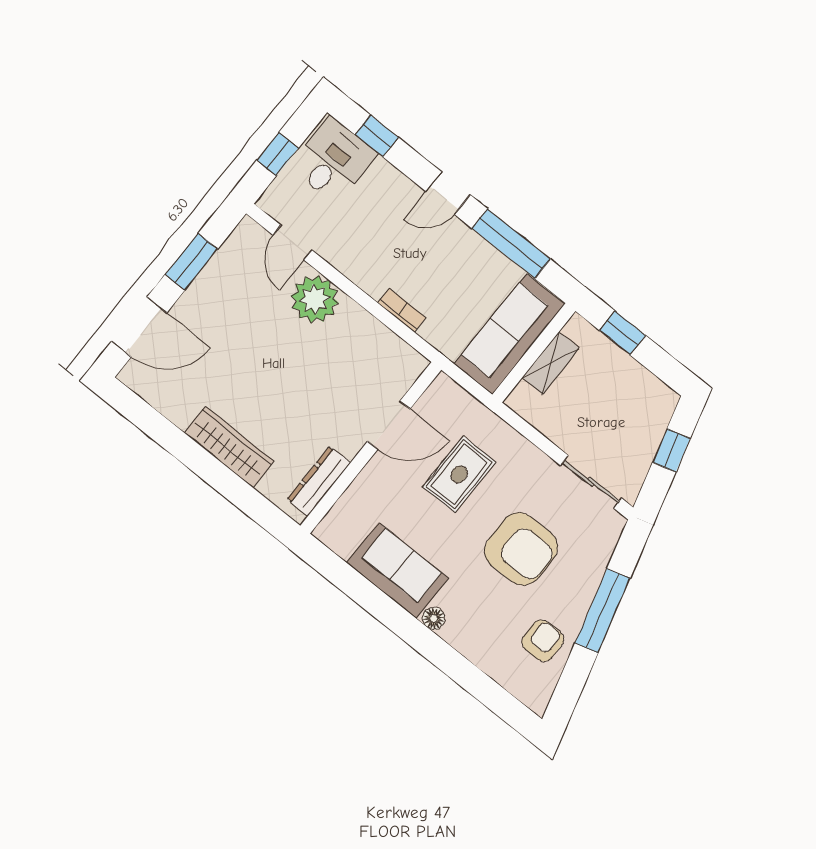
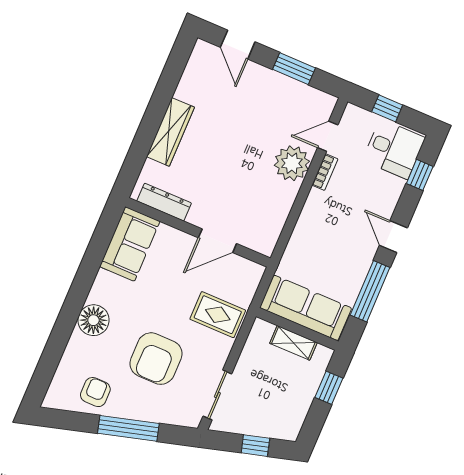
bookcase: (402, 310) -> (325, 172), moved
door: (139, 327) -> (238, 45), width x0.73
door: (389, 425) -> (217, 241), hinge flipped
rug: (459, 474) -> (218, 315), moved
sofa: (397, 570) -> (130, 244), moved
floor lamp: (434, 618) -> (93, 320), width x1.89, depth x1.89
armchair: (543, 641) -> (95, 392), turned -90

